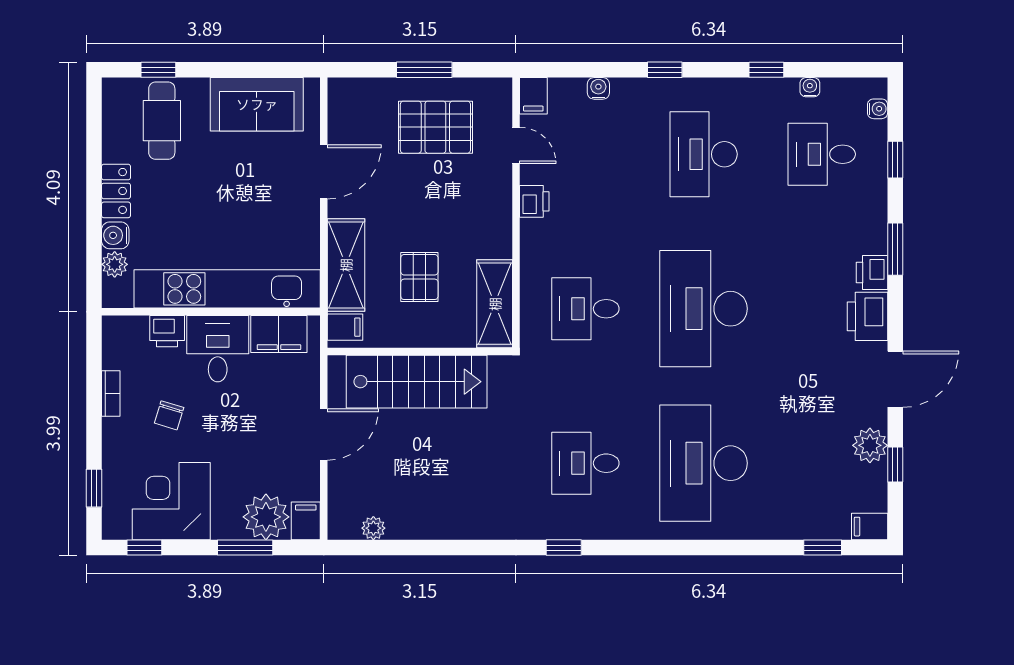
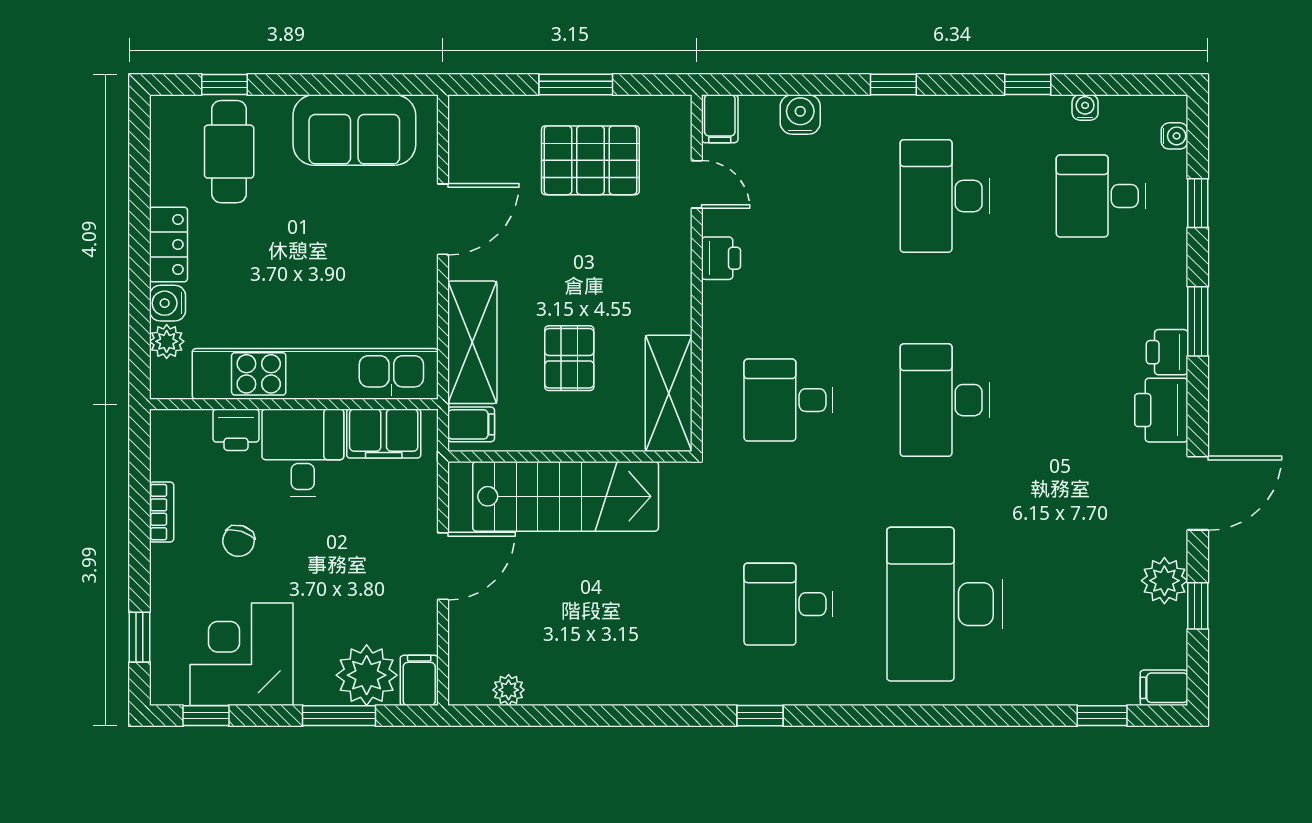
water cooler: (598, 88) -> (800, 114), width x1.38, depth x1.38
desk: (704, 309) -> (945, 400), width x0.73, depth x0.77

